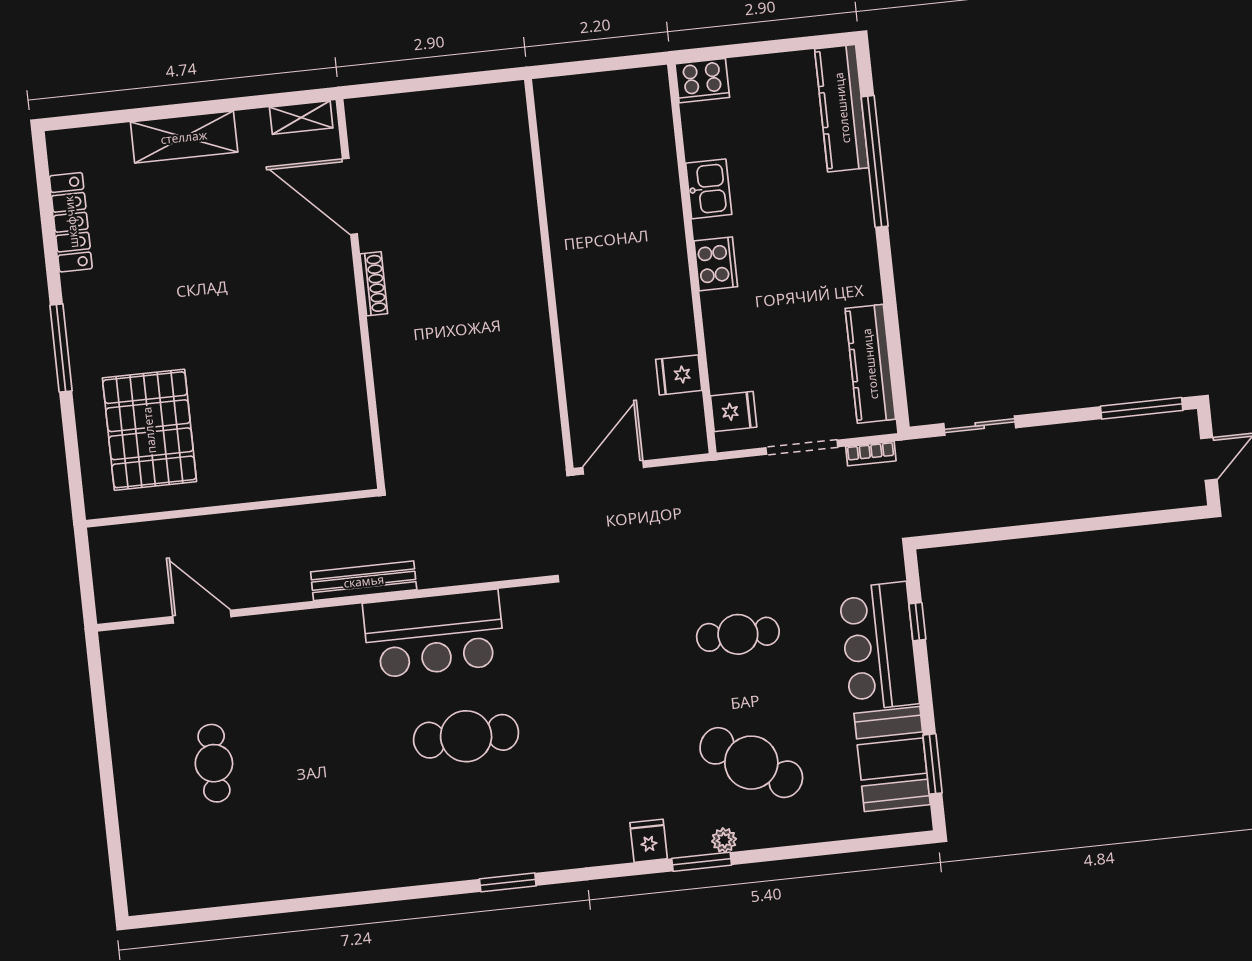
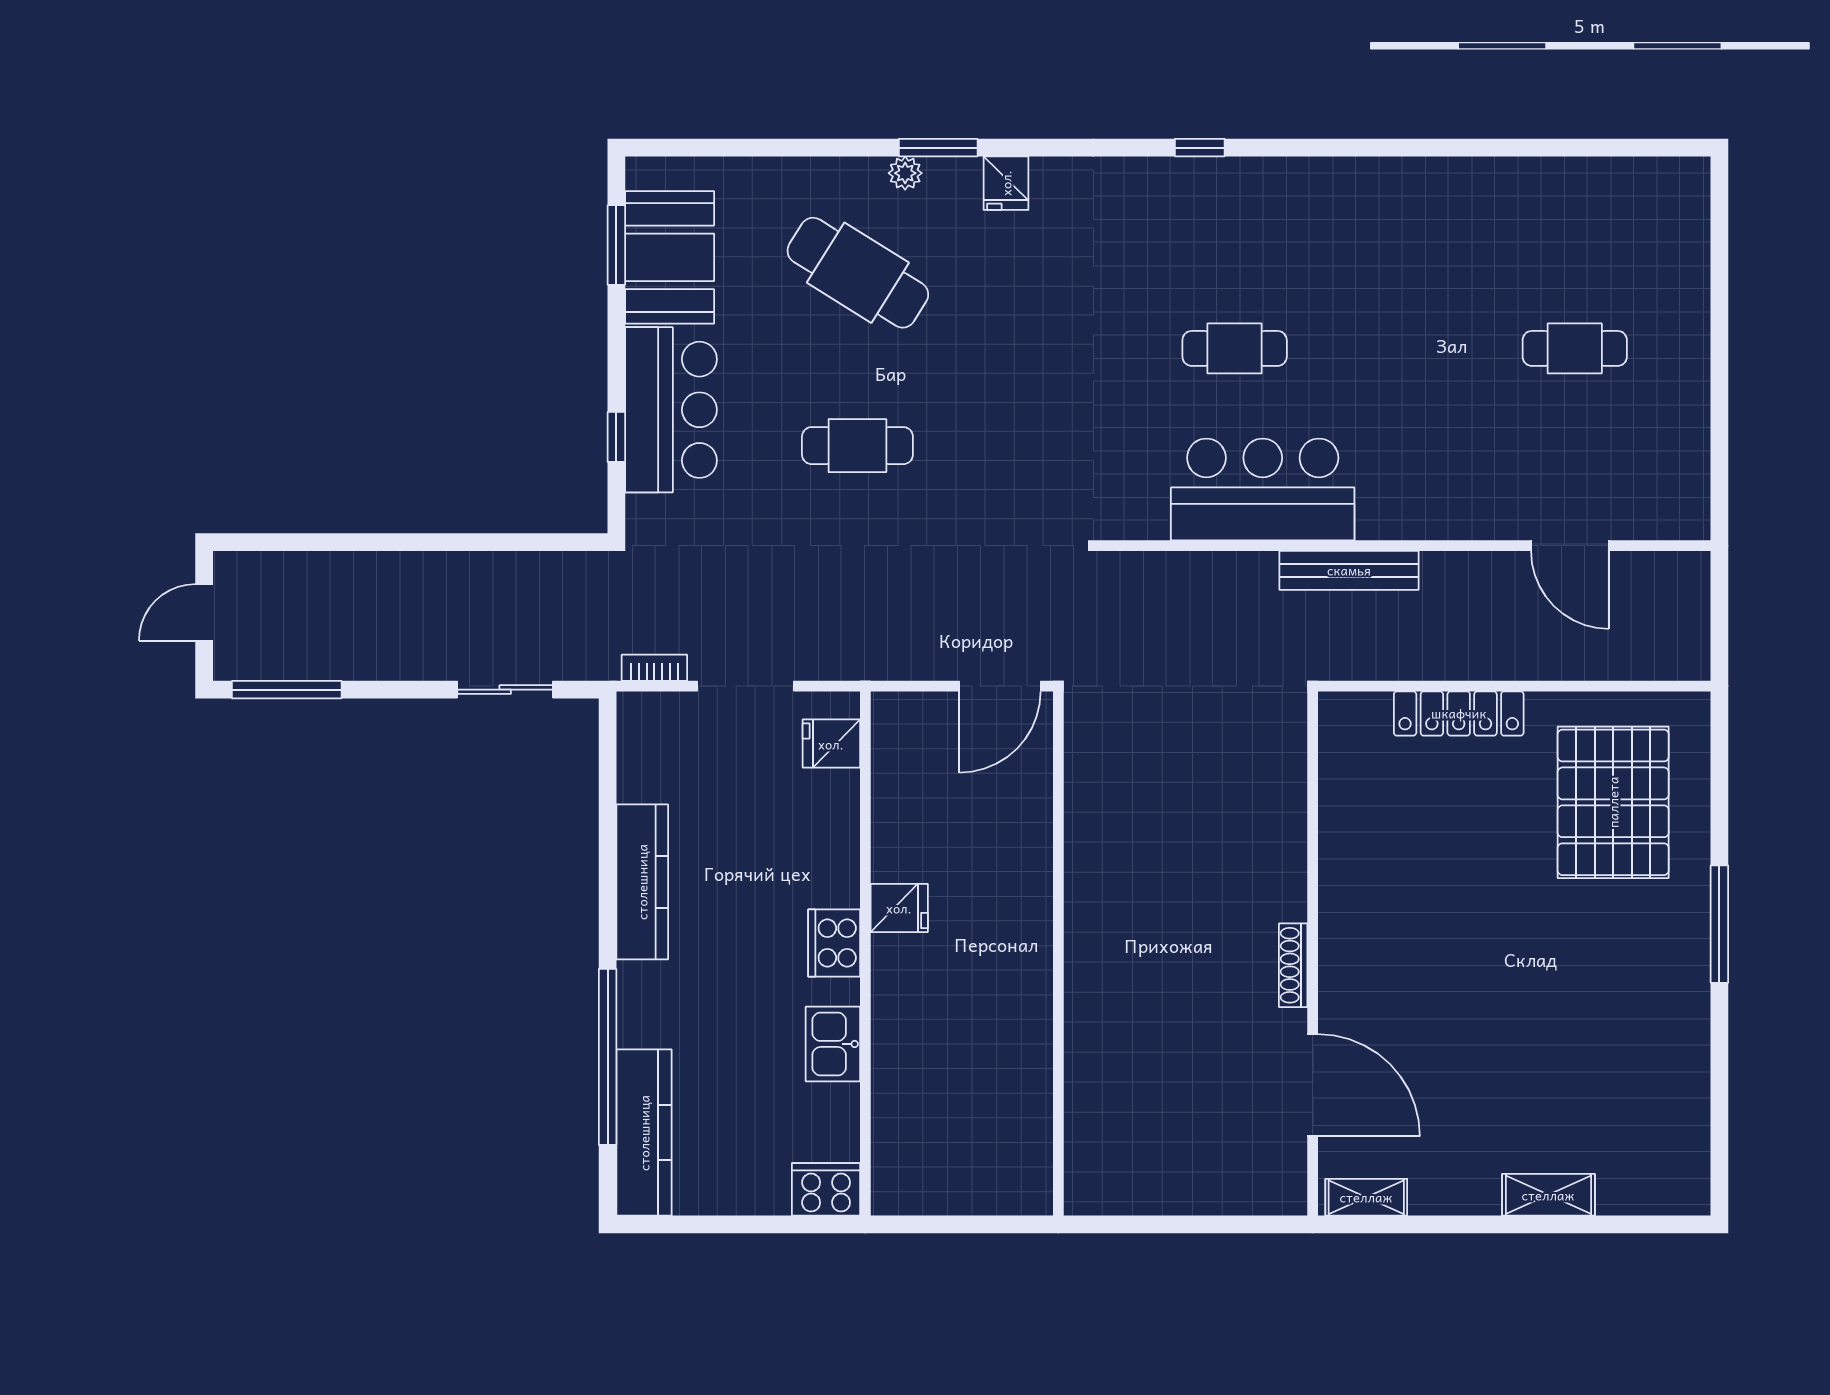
shelving: (184, 137) -> (1548, 1195), width x0.67, depth x0.75
locker: (71, 222) -> (1459, 713), moved, turned -90
kitchen counter: (870, 364) -> (642, 882), moved
fridge: (679, 375) -> (899, 908), moved
cafe table: (466, 736) -> (1235, 348), width x0.73, depth x0.74
cafe table: (214, 763) -> (1575, 348), turned 90
window: (508, 882) -> (1200, 148), width x0.67

